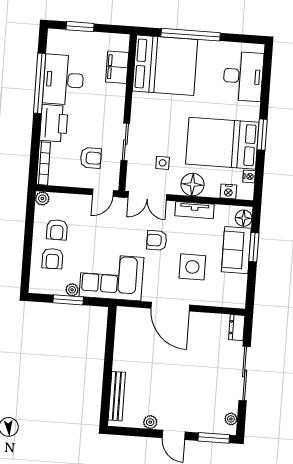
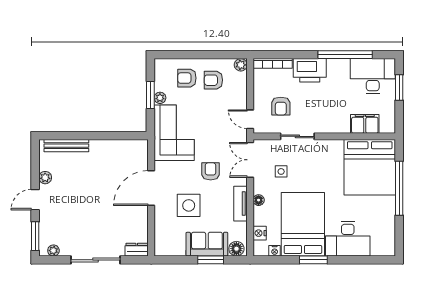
desk: (243, 76) -> (348, 239), moved
desk: (63, 80) -> (373, 76), moved
floor lamp: (193, 184) -> (259, 200), width x0.53, depth x0.53

